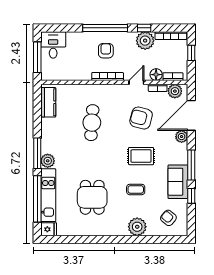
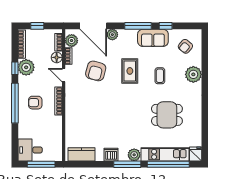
cafe table: (92, 123) -> (100, 115), removed
dishwasher: (48, 135) -> (111, 155), added

